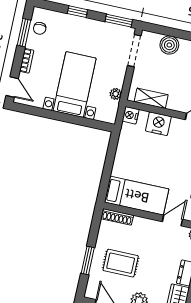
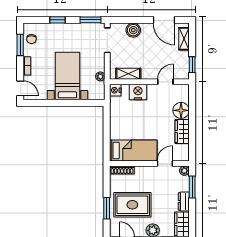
rug: (121, 263) -> (132, 205), width x1.36, depth x1.43

